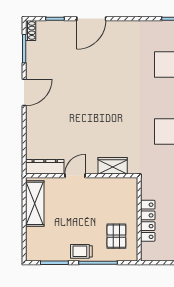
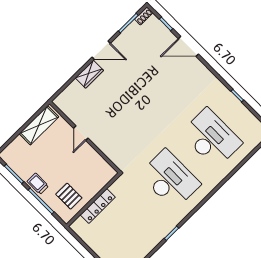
wardrobe: (113, 166) -> (89, 74), moved, turned 90
dresser: (45, 167) -> (68, 109), removed
door: (75, 176) -> (81, 133), swing flipped
pallet: (116, 236) -> (69, 196), turned 90

